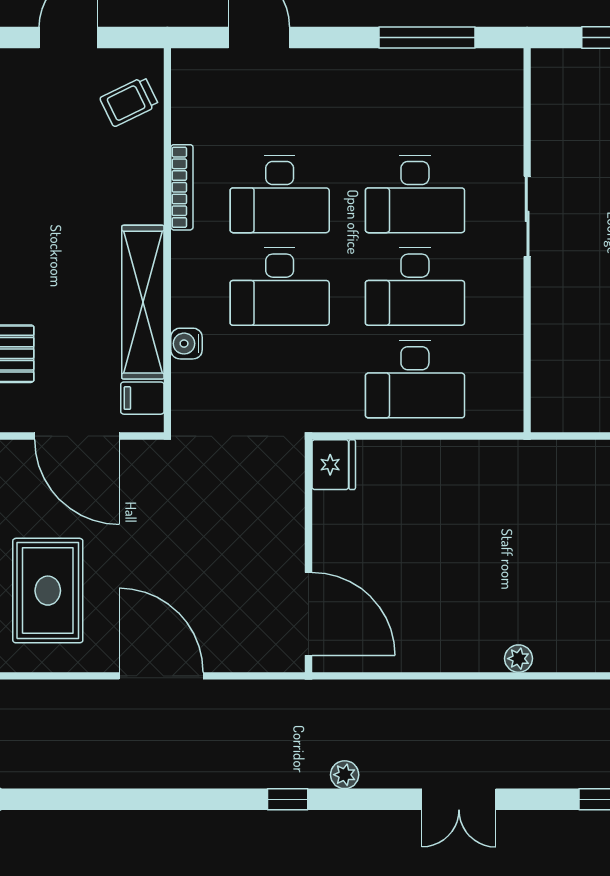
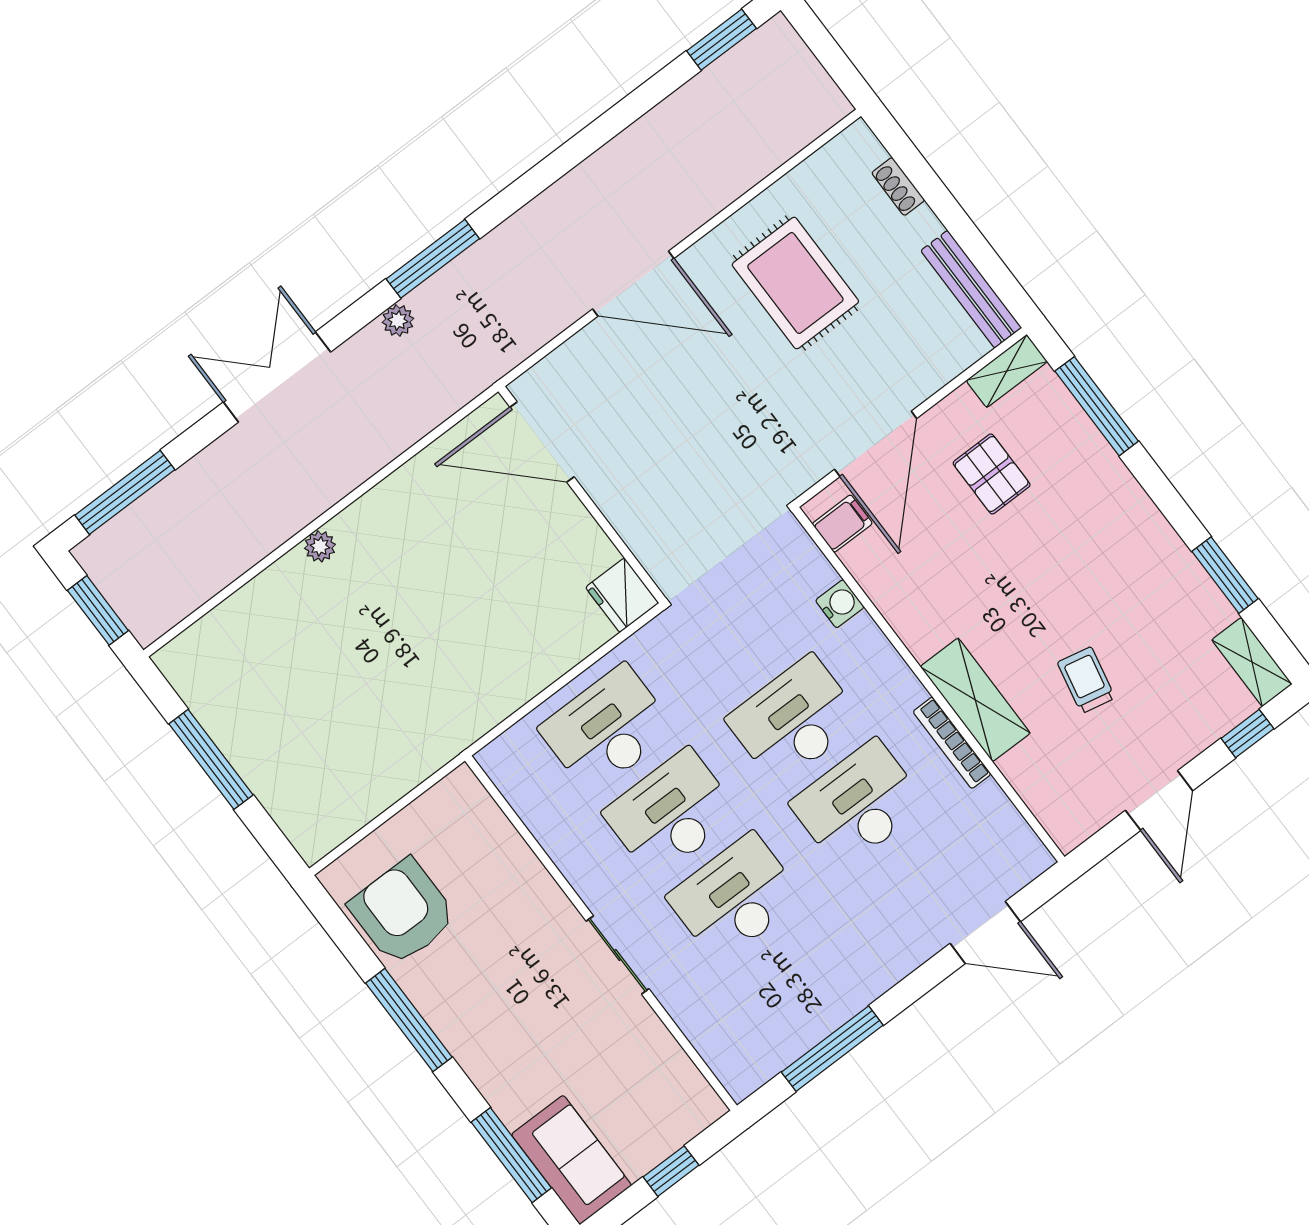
trolley: (129, 102) -> (1086, 680), moved, turned -52
shelving: (143, 302) -> (975, 700), moved, width x0.68
door: (77, 436) -> (876, 444), swing flipped
window: (288, 799) -> (433, 259), width x2.17
double door: (459, 799) -> (277, 377), width x1.37

